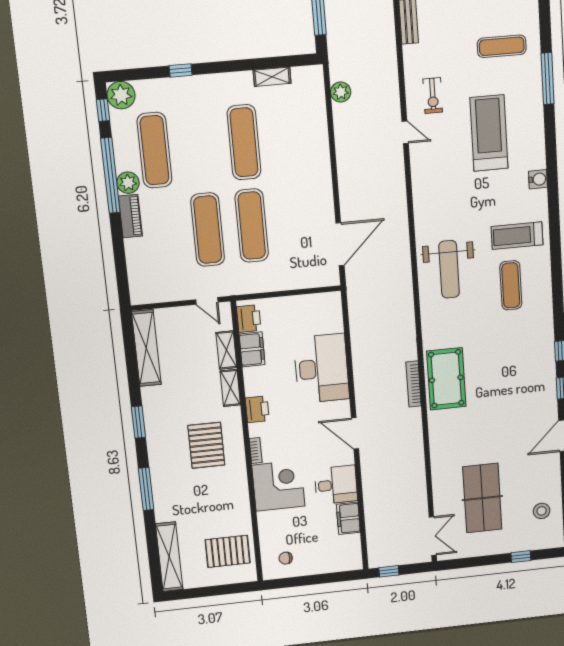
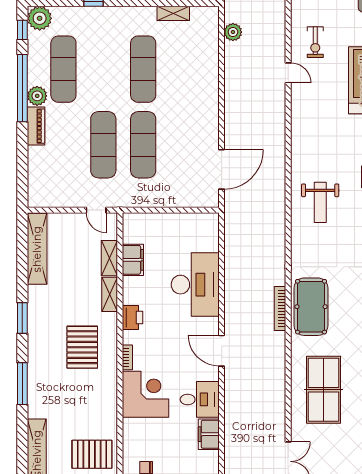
weight bench: (449, 269) -> (320, 202), width x0.73, depth x0.75
printer: (249, 319) -> (133, 230), removed
table tennis table: (482, 498) -> (324, 390), moved

